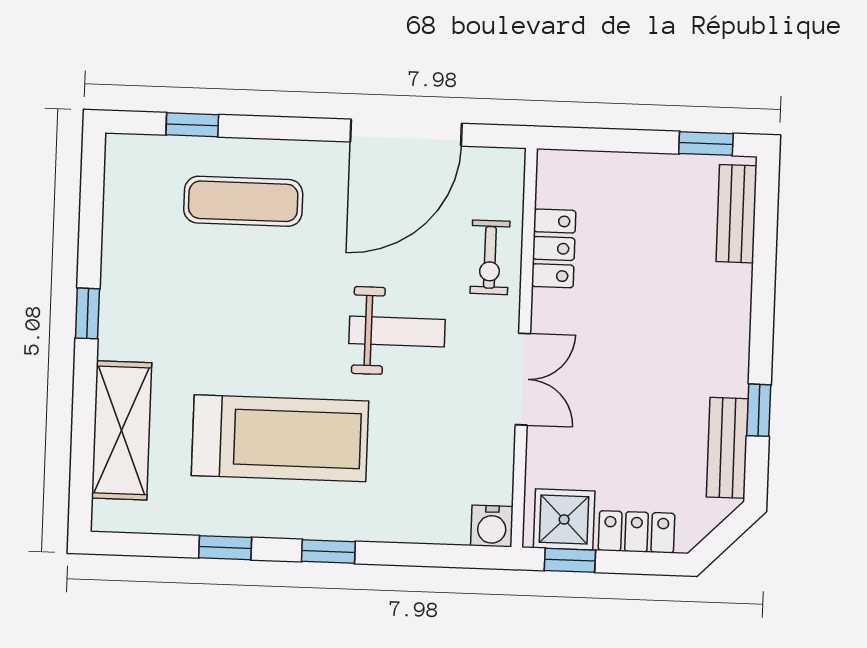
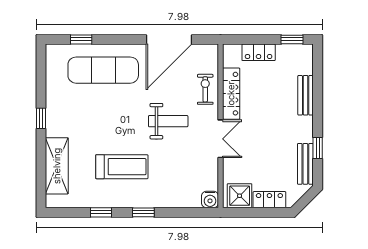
locker: (623, 172) -> (259, 52), added
exercise mat: (243, 201) -> (103, 70), width x1.36, depth x1.45
bench: (736, 214) -> (306, 95), moved
locker: (554, 248) -> (231, 94), width x1.53
exercise bike: (490, 257) -> (205, 89), turned 180
treadmill: (280, 438) -> (122, 167), width x0.73, depth x0.73
window: (570, 560) -> (243, 212), removed

